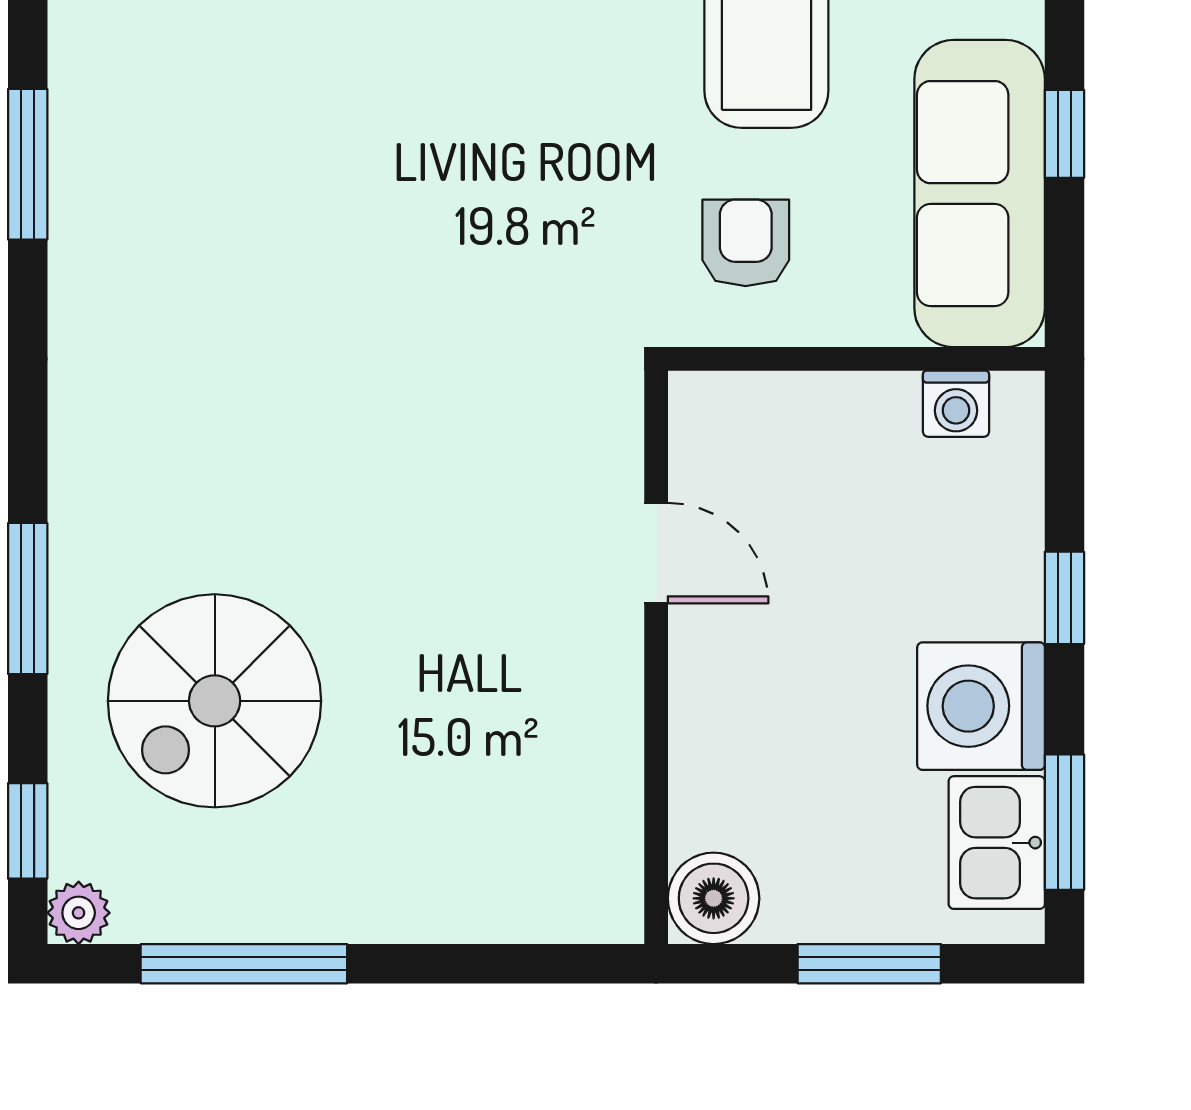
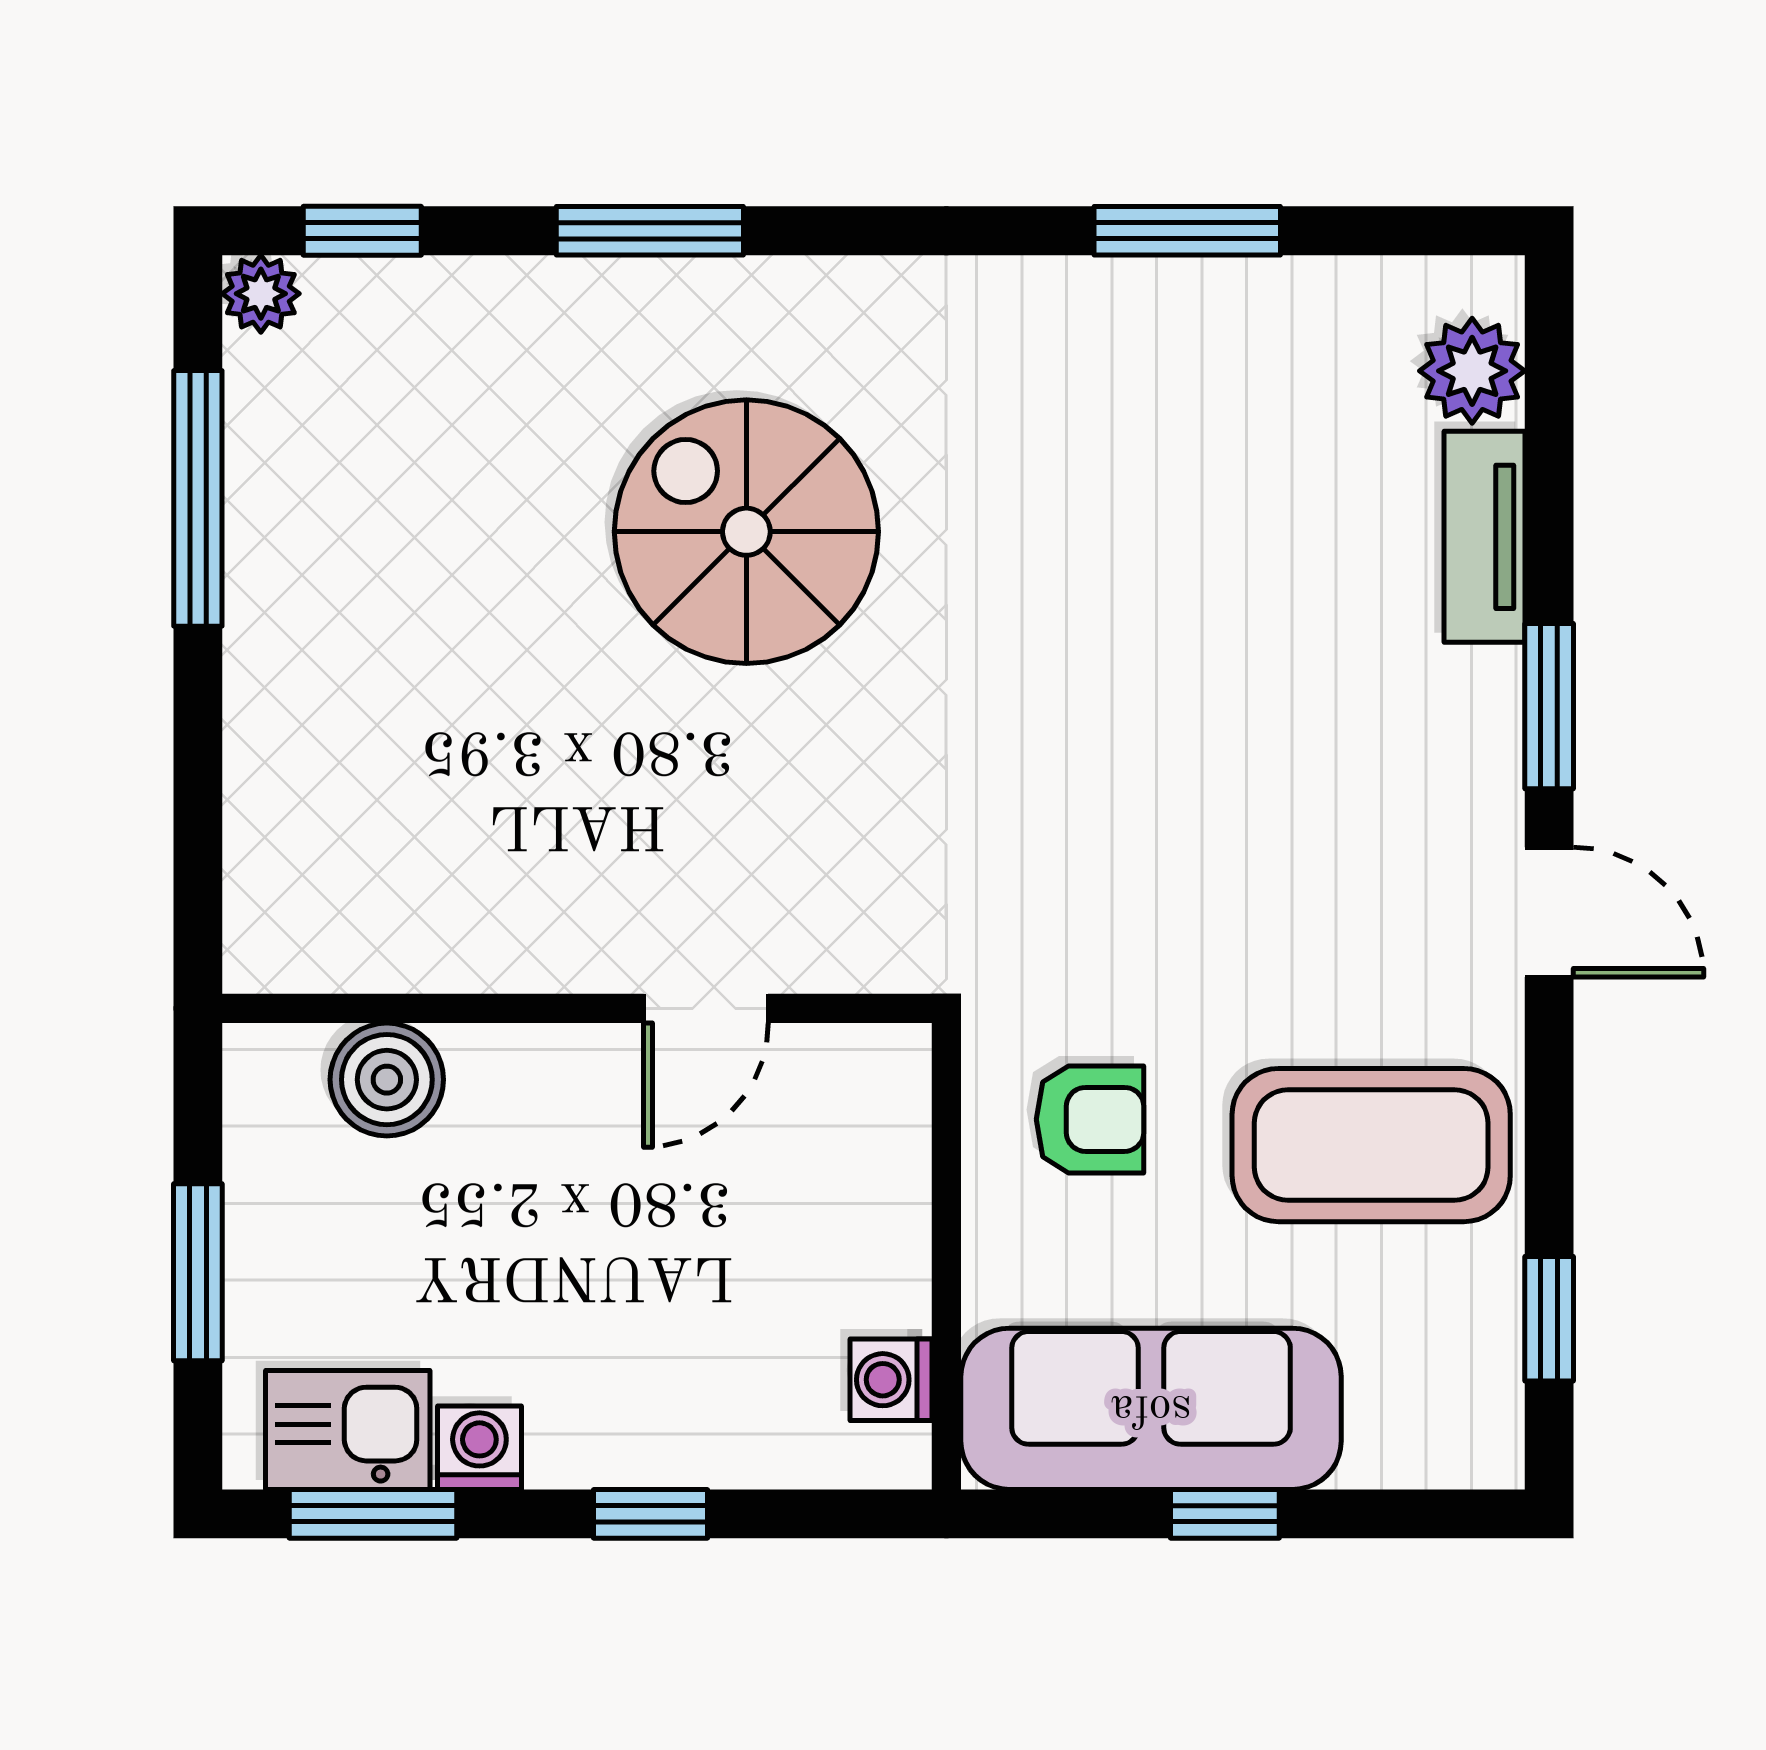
spiral stairs: (215, 701) -> (746, 532), moved
washing machine: (981, 706) -> (479, 1448), width x0.53, depth x0.53
boiler: (714, 898) -> (387, 1080), moved

